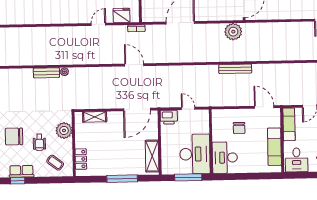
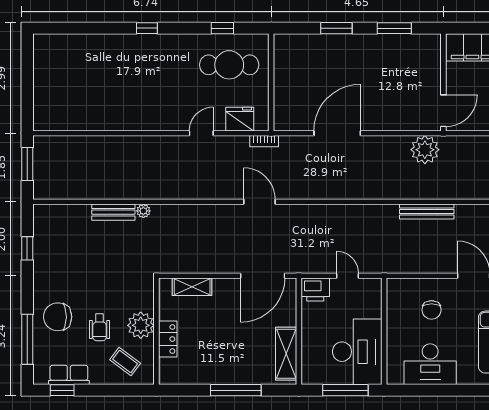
plant: (64, 130) -> (141, 325), moved
desk: (225, 158) -> (430, 364), moved, turned -90
locker: (81, 159) -> (168, 339), moved

